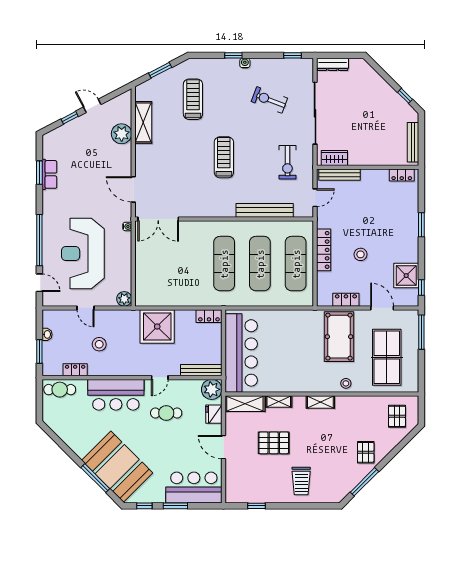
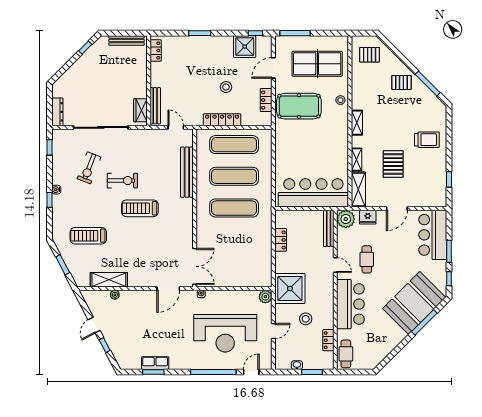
plant: (122, 134) -> (115, 295), width x0.53, depth x0.53
exercise bike: (287, 162) -> (122, 181), moved
locker: (209, 316) -> (281, 240), moved
shower: (157, 327) -> (290, 289), moved

